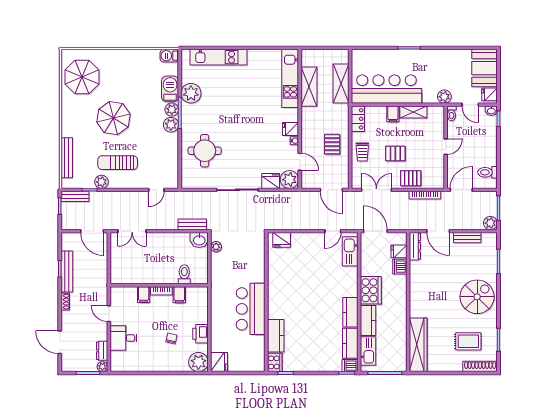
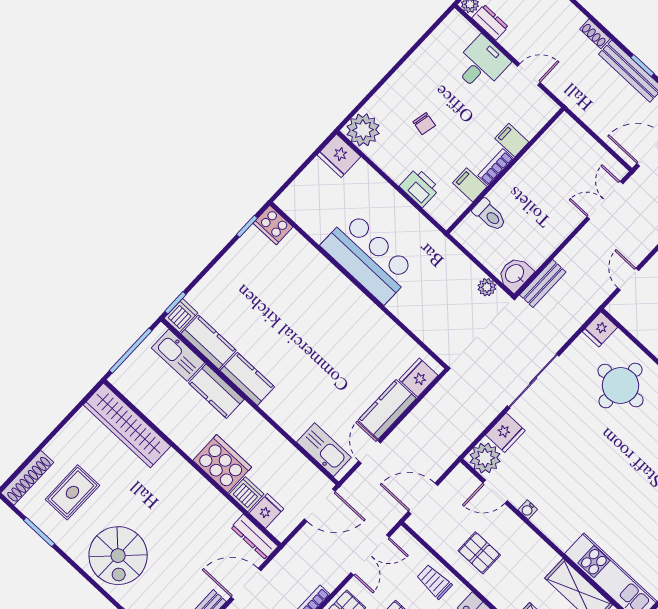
fridge: (291, 129) -> (600, 329), moved, turned 180
cooker: (371, 290) -> (222, 464), moved, turned 180
printer: (200, 334) -> (419, 187), moved
kitchen counter: (276, 336) -> (387, 409), moved, turned 90

